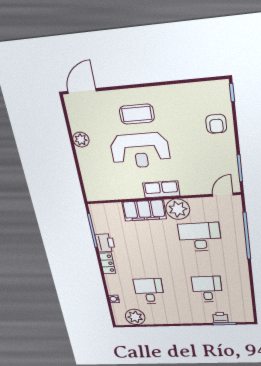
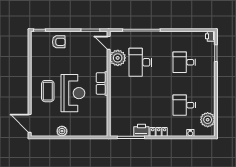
plant: (178, 209) -> (118, 58), moved
filing cabinet: (144, 210) -> (117, 98), removed
printer: (220, 318) -> (210, 36), moved

